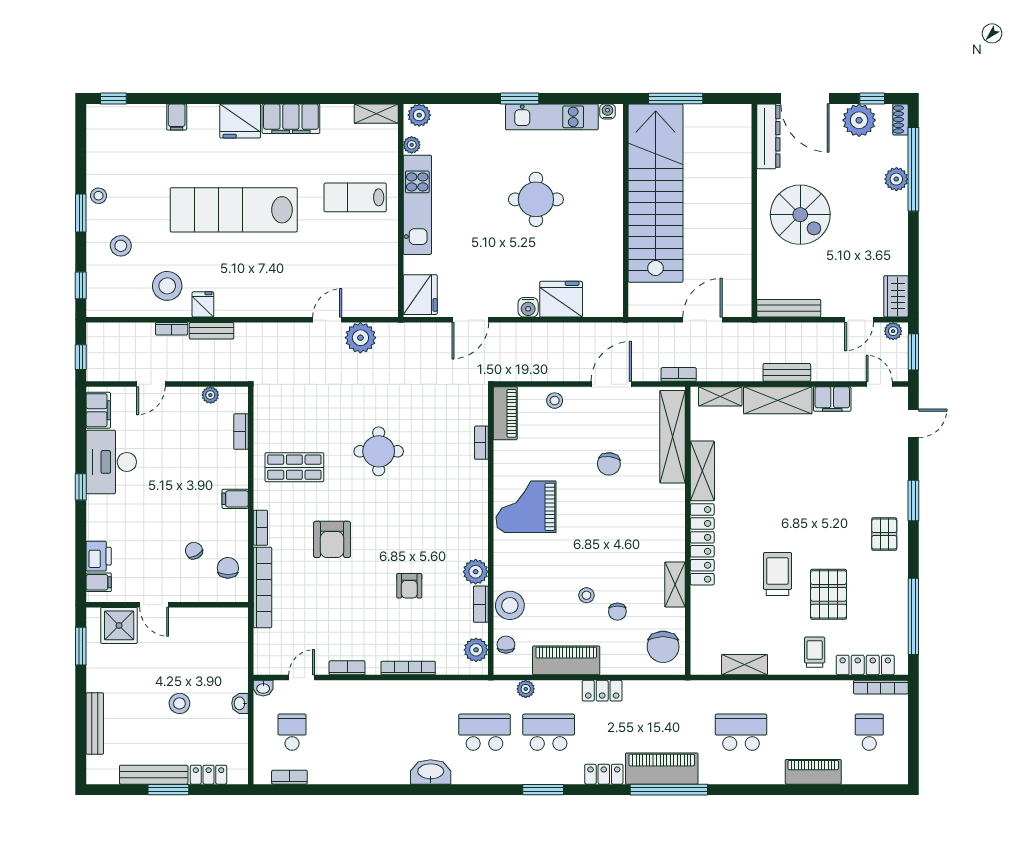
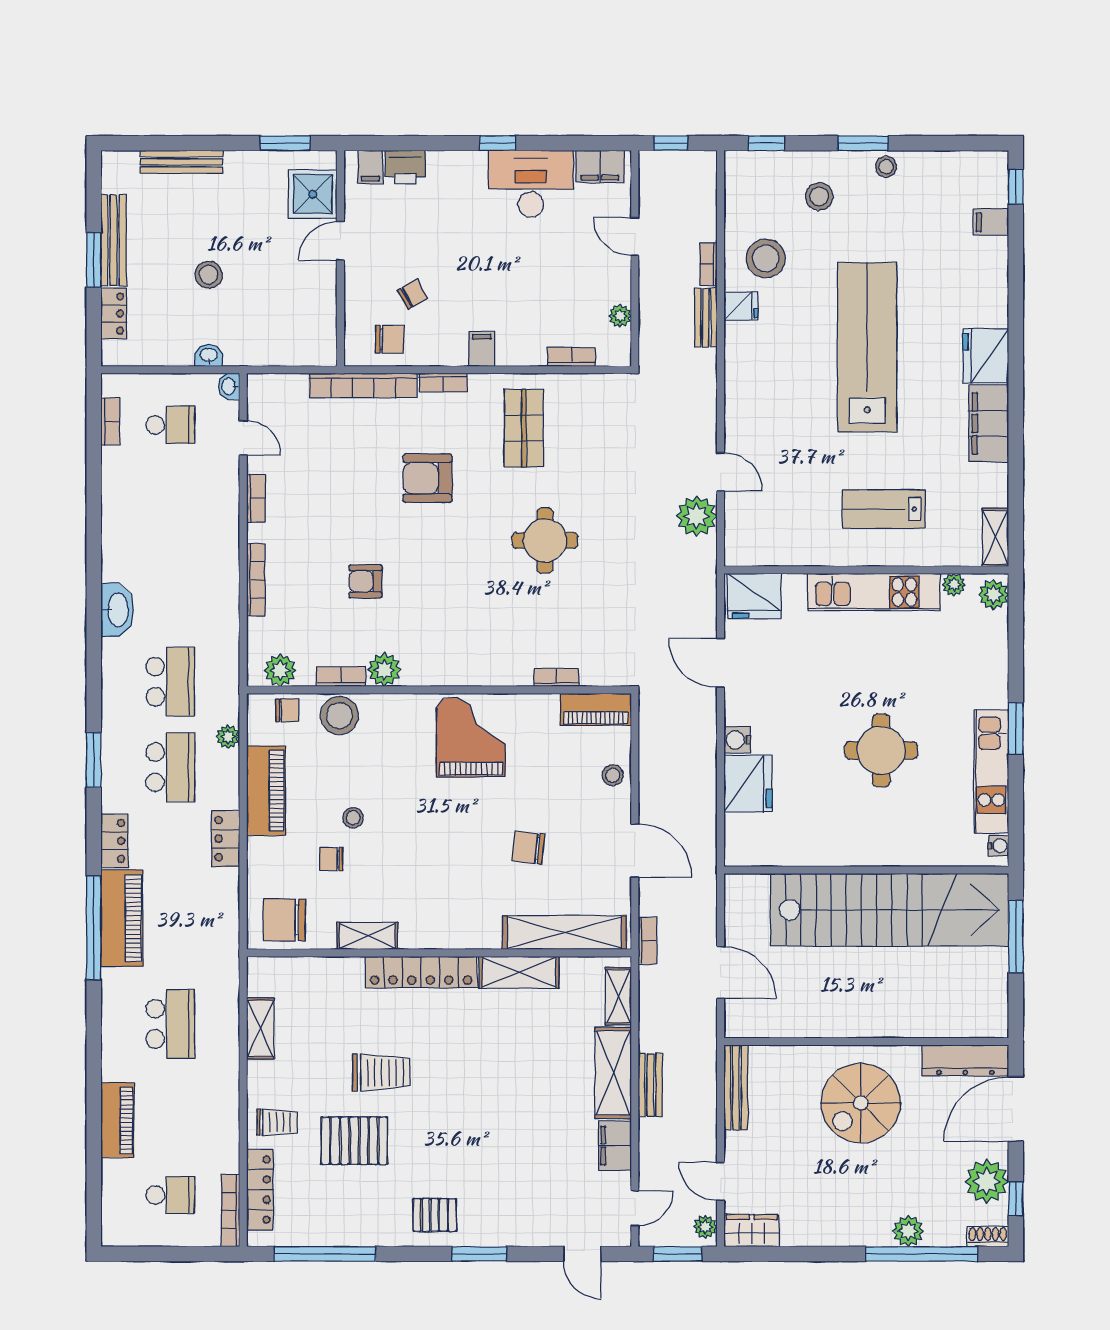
filing cabinet: (177, 117) -> (991, 222), moved
lab bench: (355, 197) -> (884, 509), turned -90

